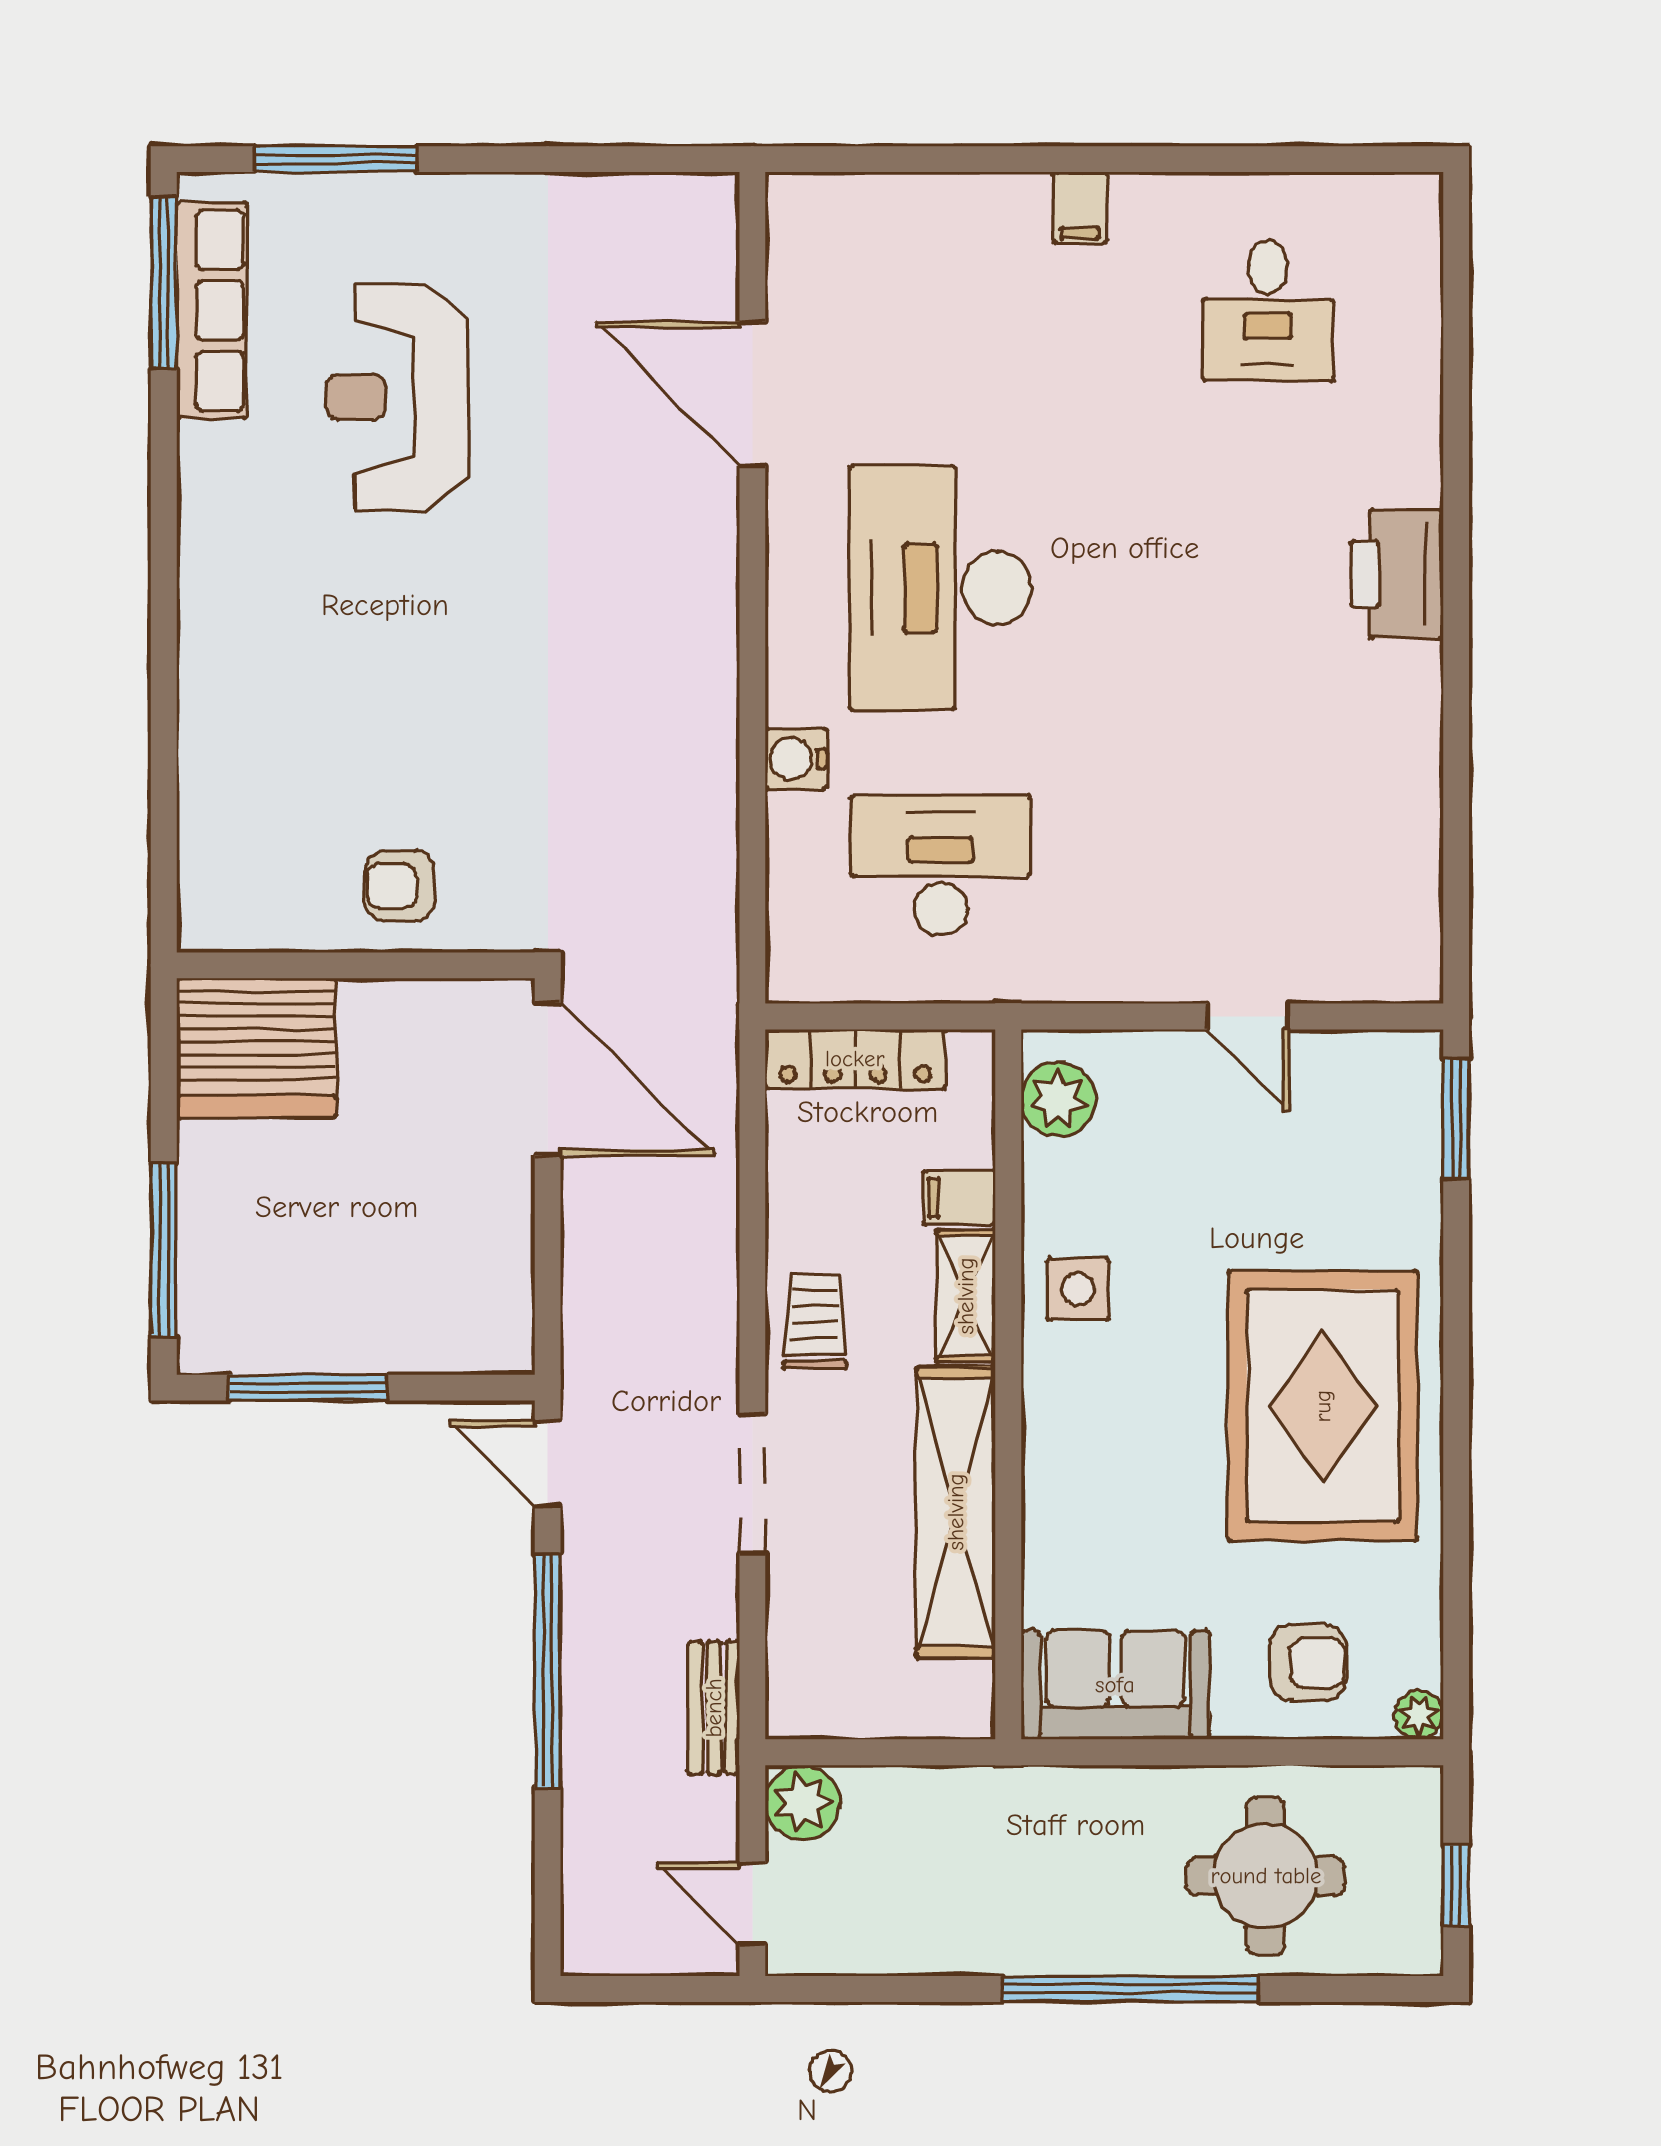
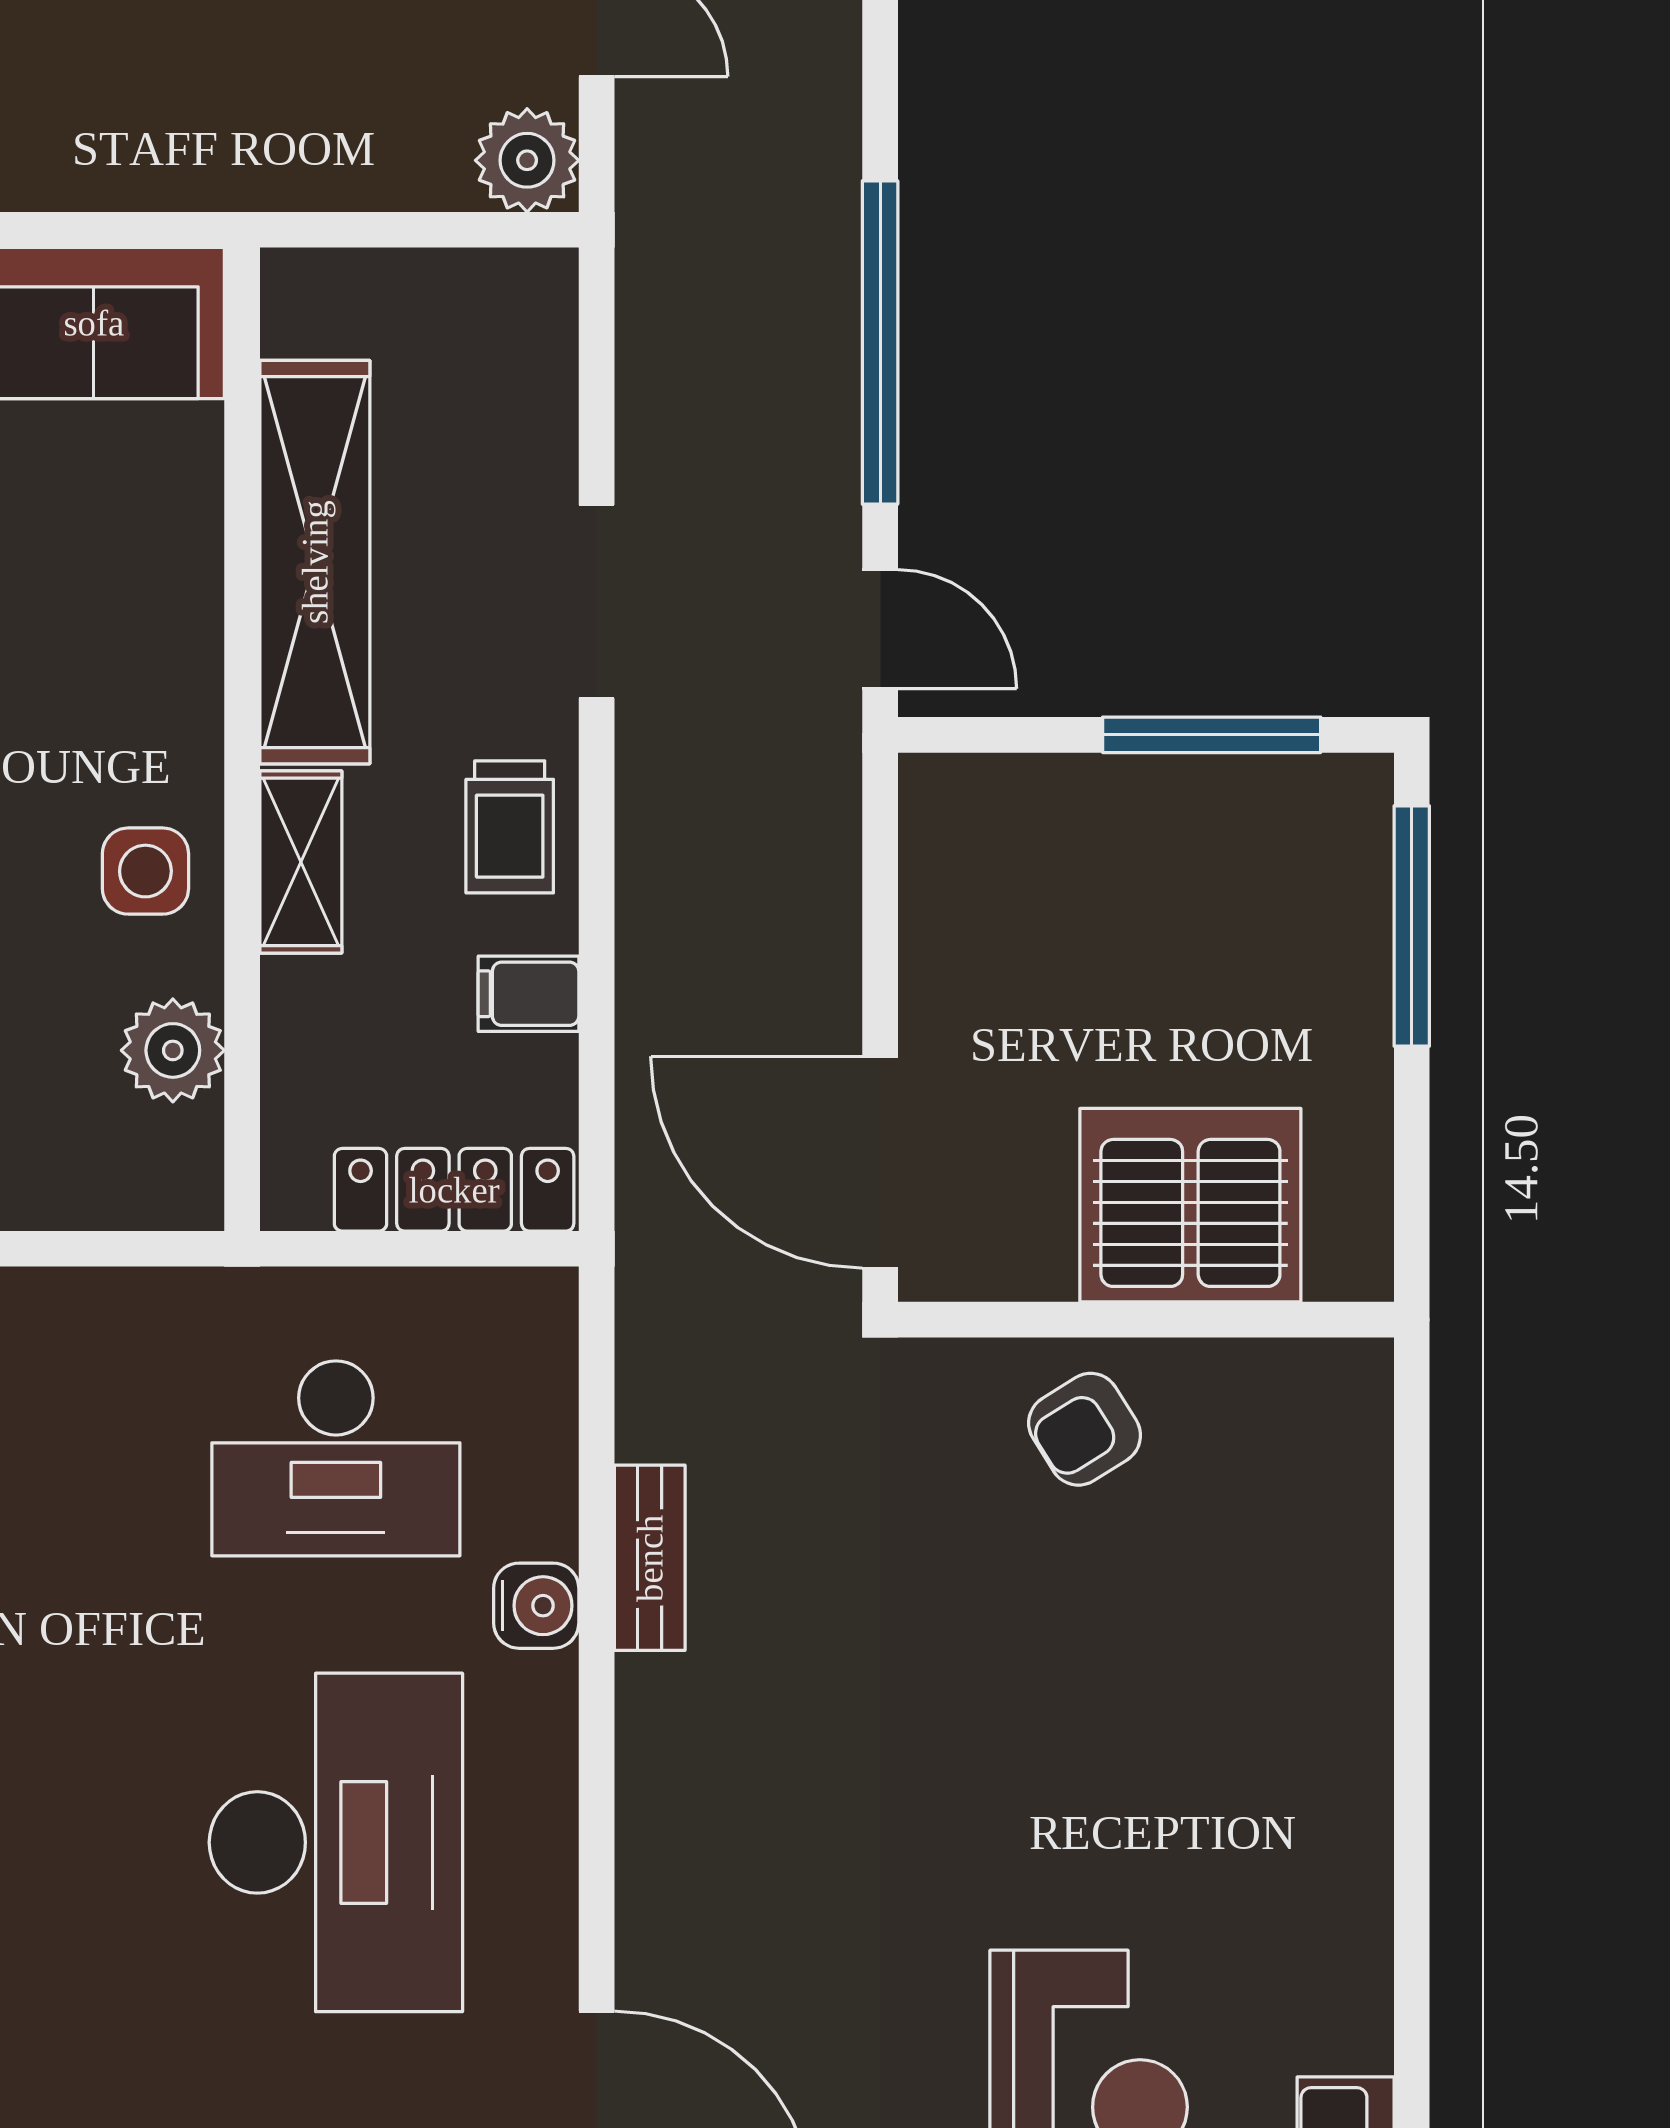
armchair: (400, 886) -> (1085, 1429), turned 148
server rack: (256, 1048) -> (1190, 1205), moved
plant: (1058, 1099) -> (173, 1050), moved
filing cabinet: (959, 1198) -> (529, 994), moved, turned 180
bench: (714, 1708) -> (650, 1558), moved

